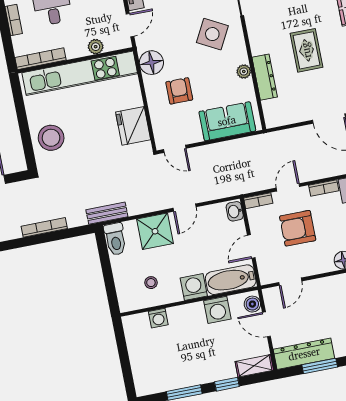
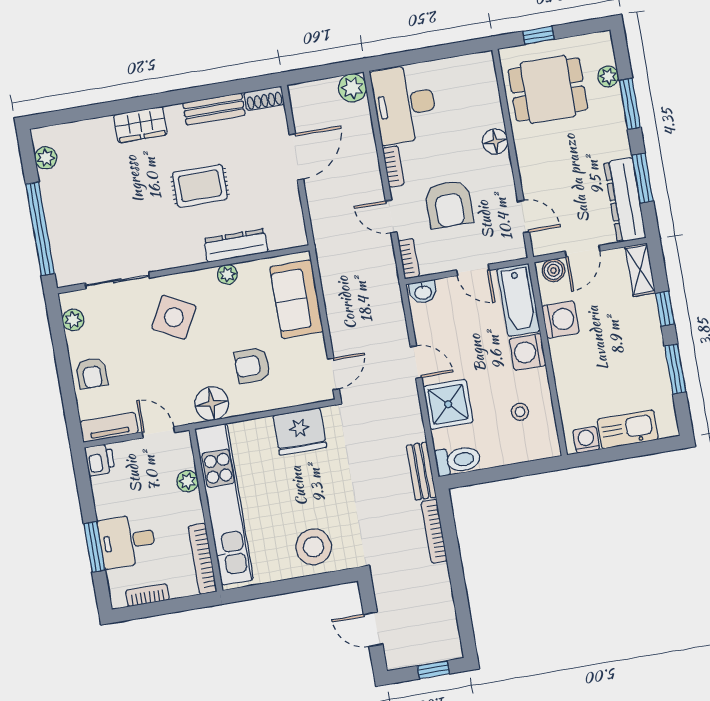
bookcase: (44, 227) -> (434, 531), moved
washing machine: (158, 318) -> (586, 440), moved, turned -90
kitchen sink: (140, 360) -> (628, 429), added

